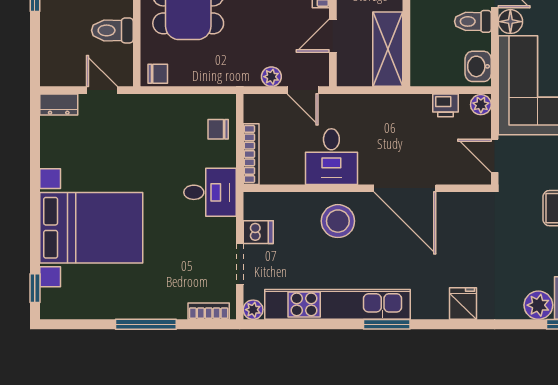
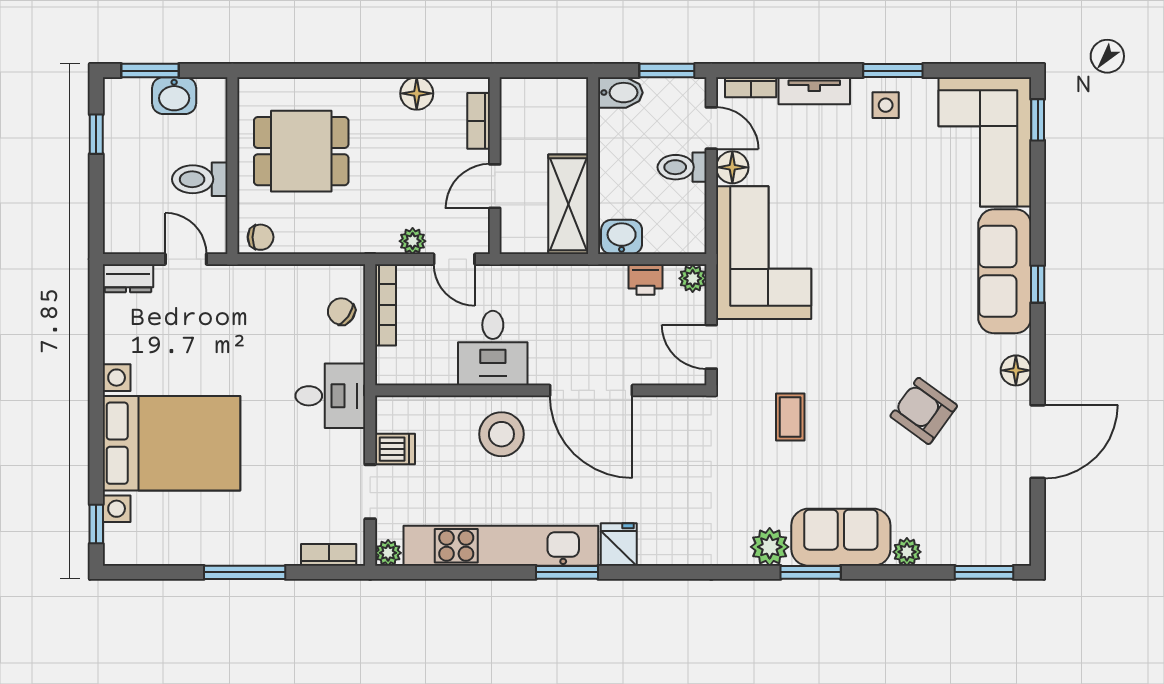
washbasin: (478, 66) -> (622, 237), moved, turned 90
chair: (218, 129) -> (341, 311), turned 35
bookcase: (251, 154) -> (385, 305), moved
fridge: (463, 303) -> (619, 545), moved

